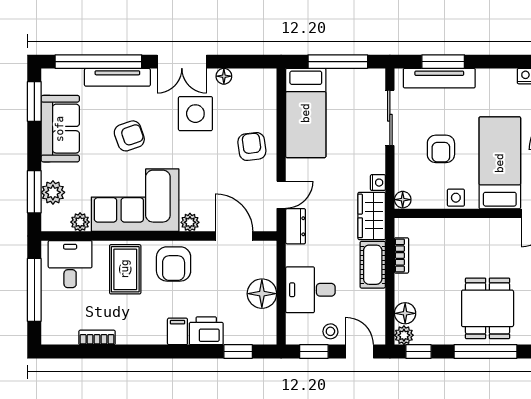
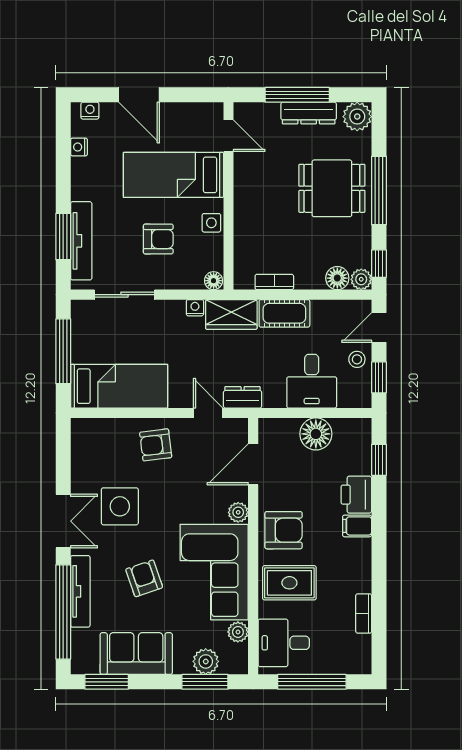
floor lamp: (224, 76) -> (79, 475), removed

